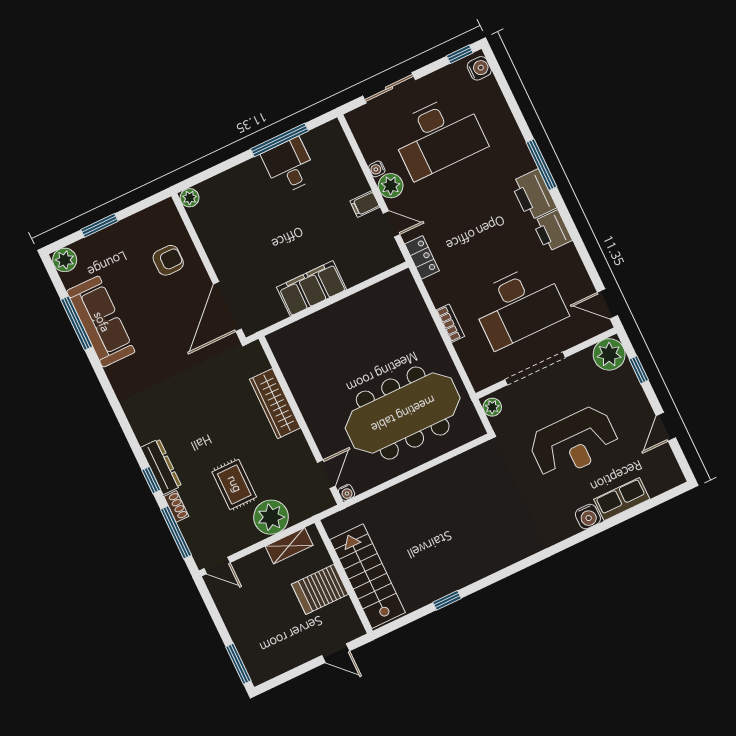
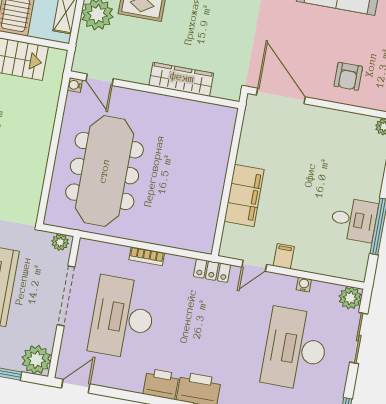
plant: (391, 186) -> (350, 298), moved
filing cabinet: (312, 288) -> (244, 195), moved

